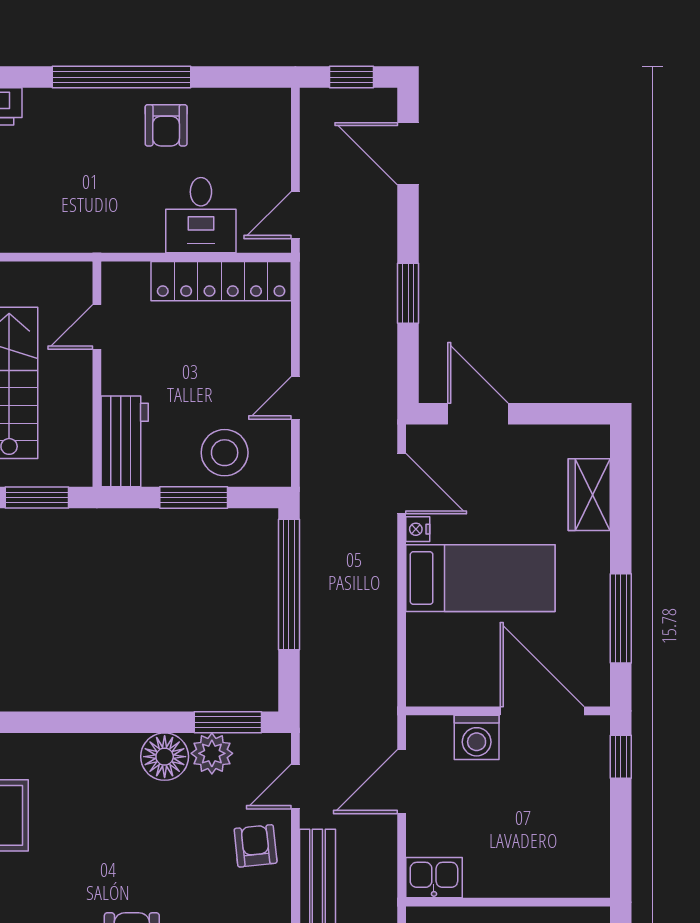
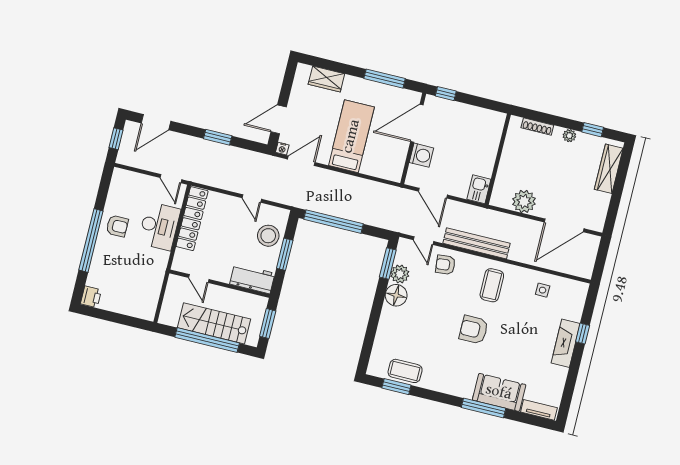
desk: (201, 215) -> (159, 226), width x1.37
nightstand: (418, 529) -> (282, 149), moved

